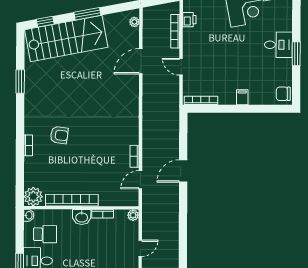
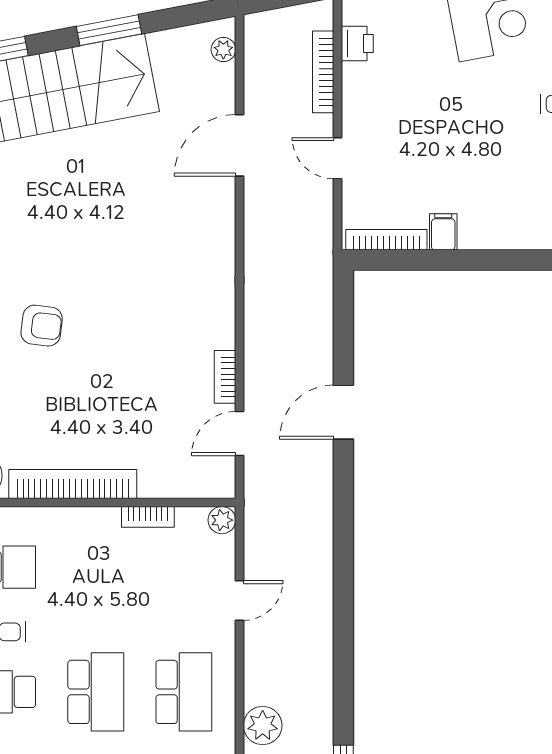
filing cabinet: (242, 97) -> (443, 232), moved
washbasin: (82, 217) -> (97, 525), removed

